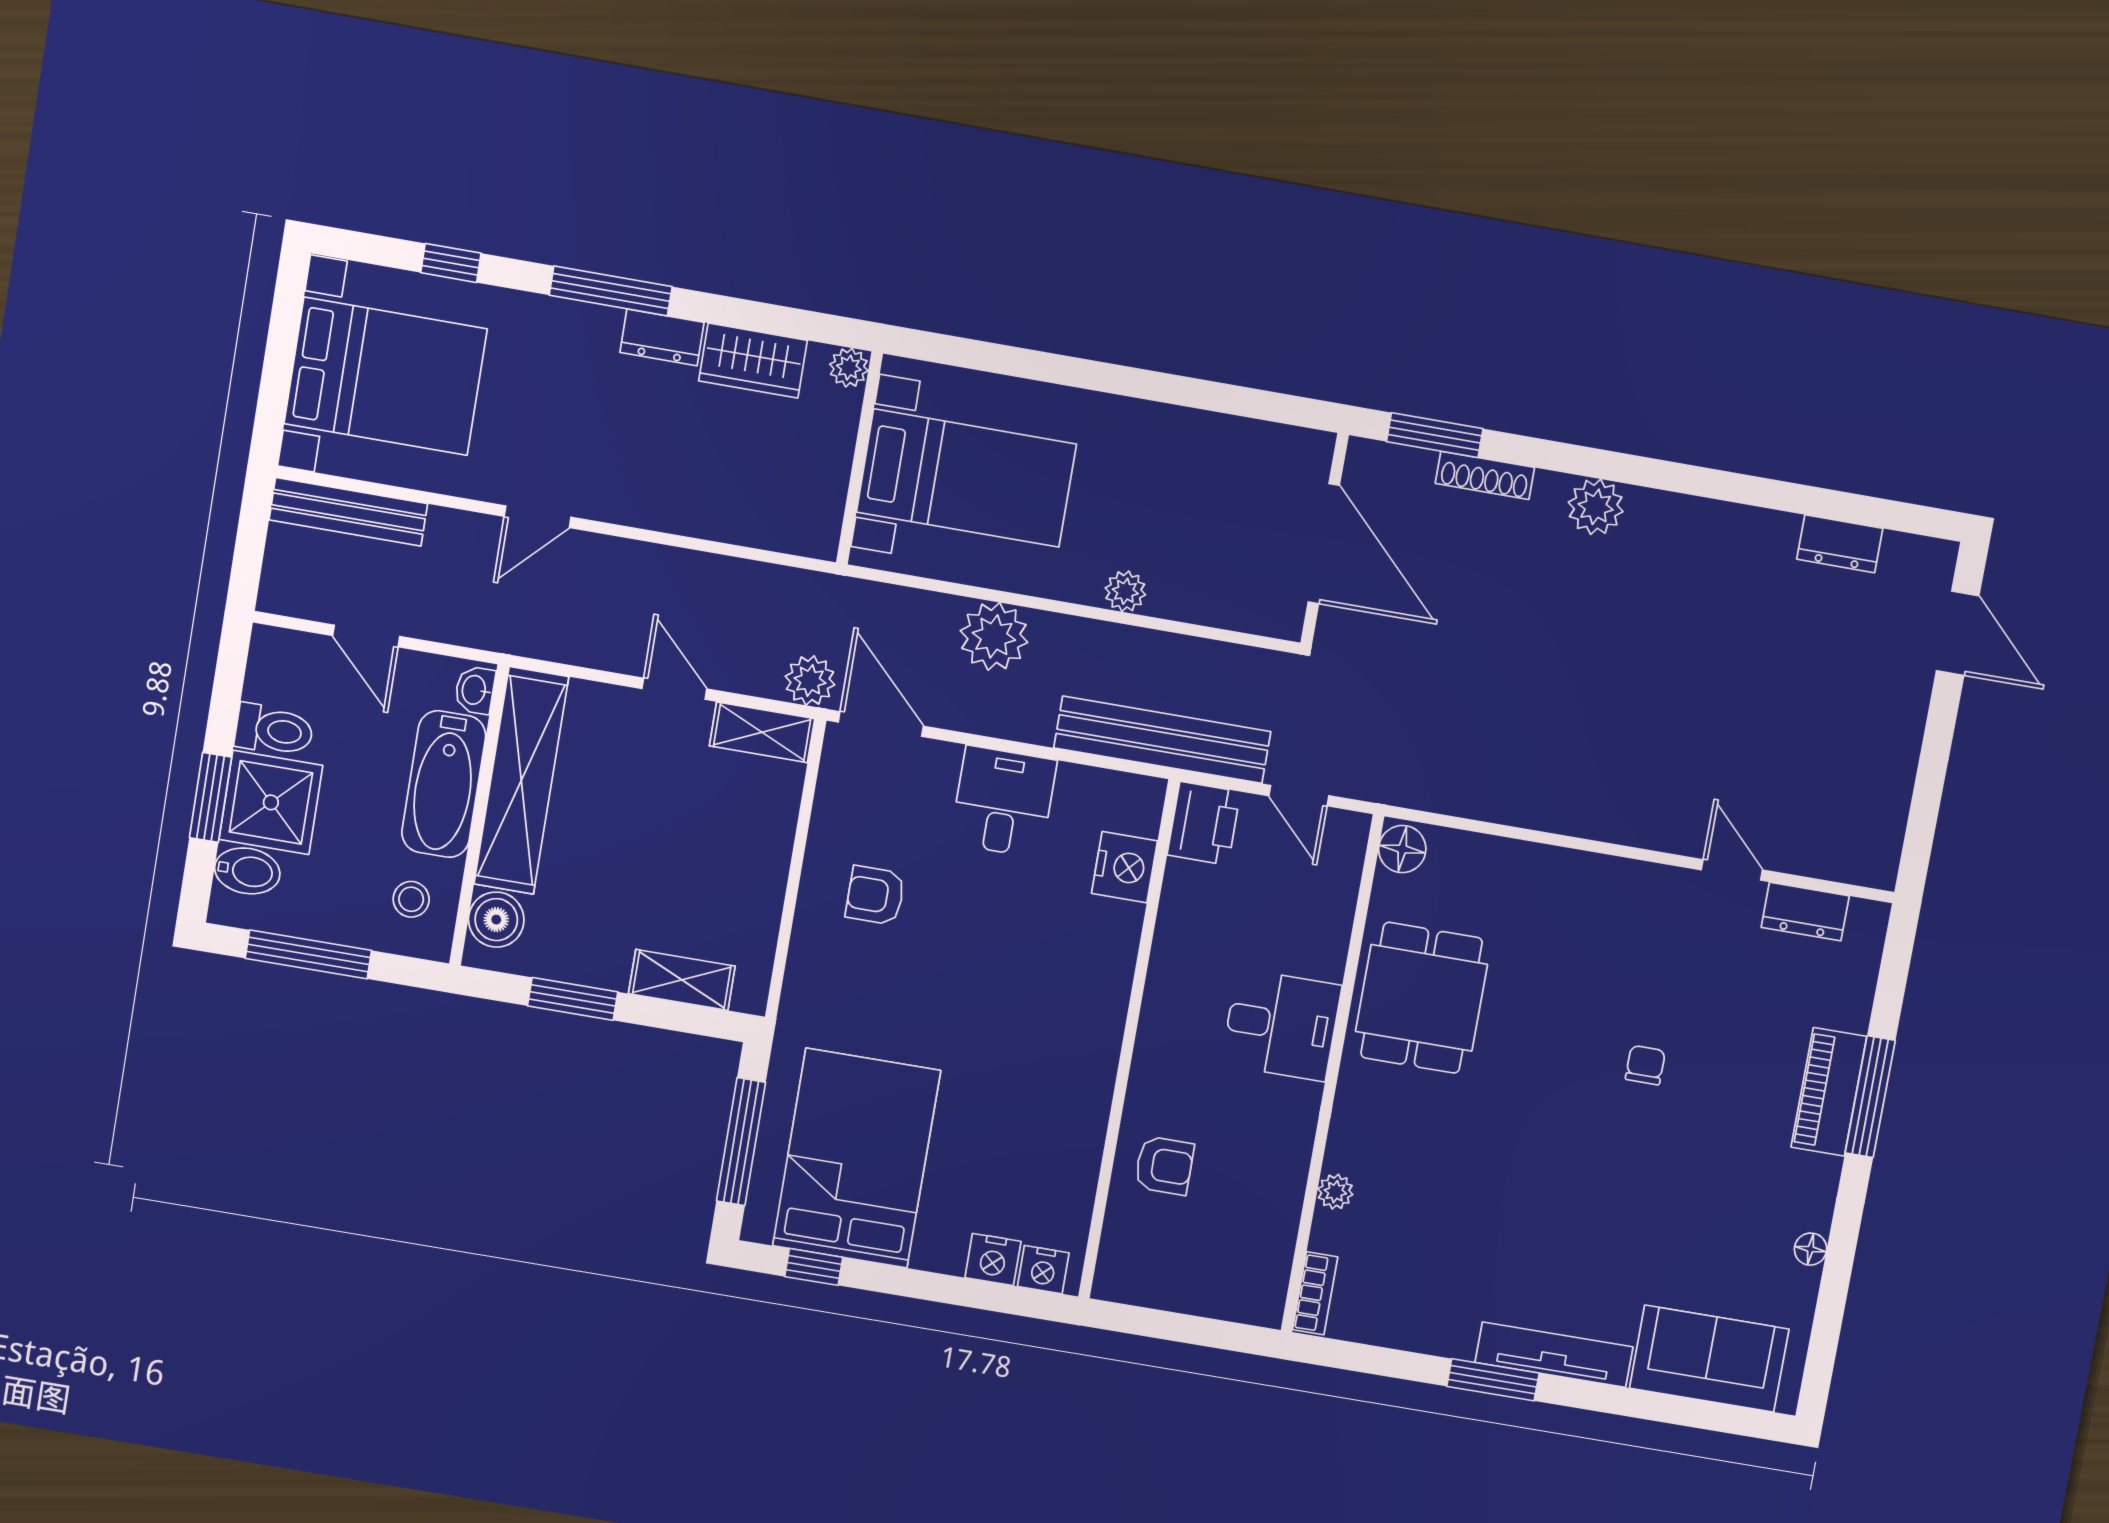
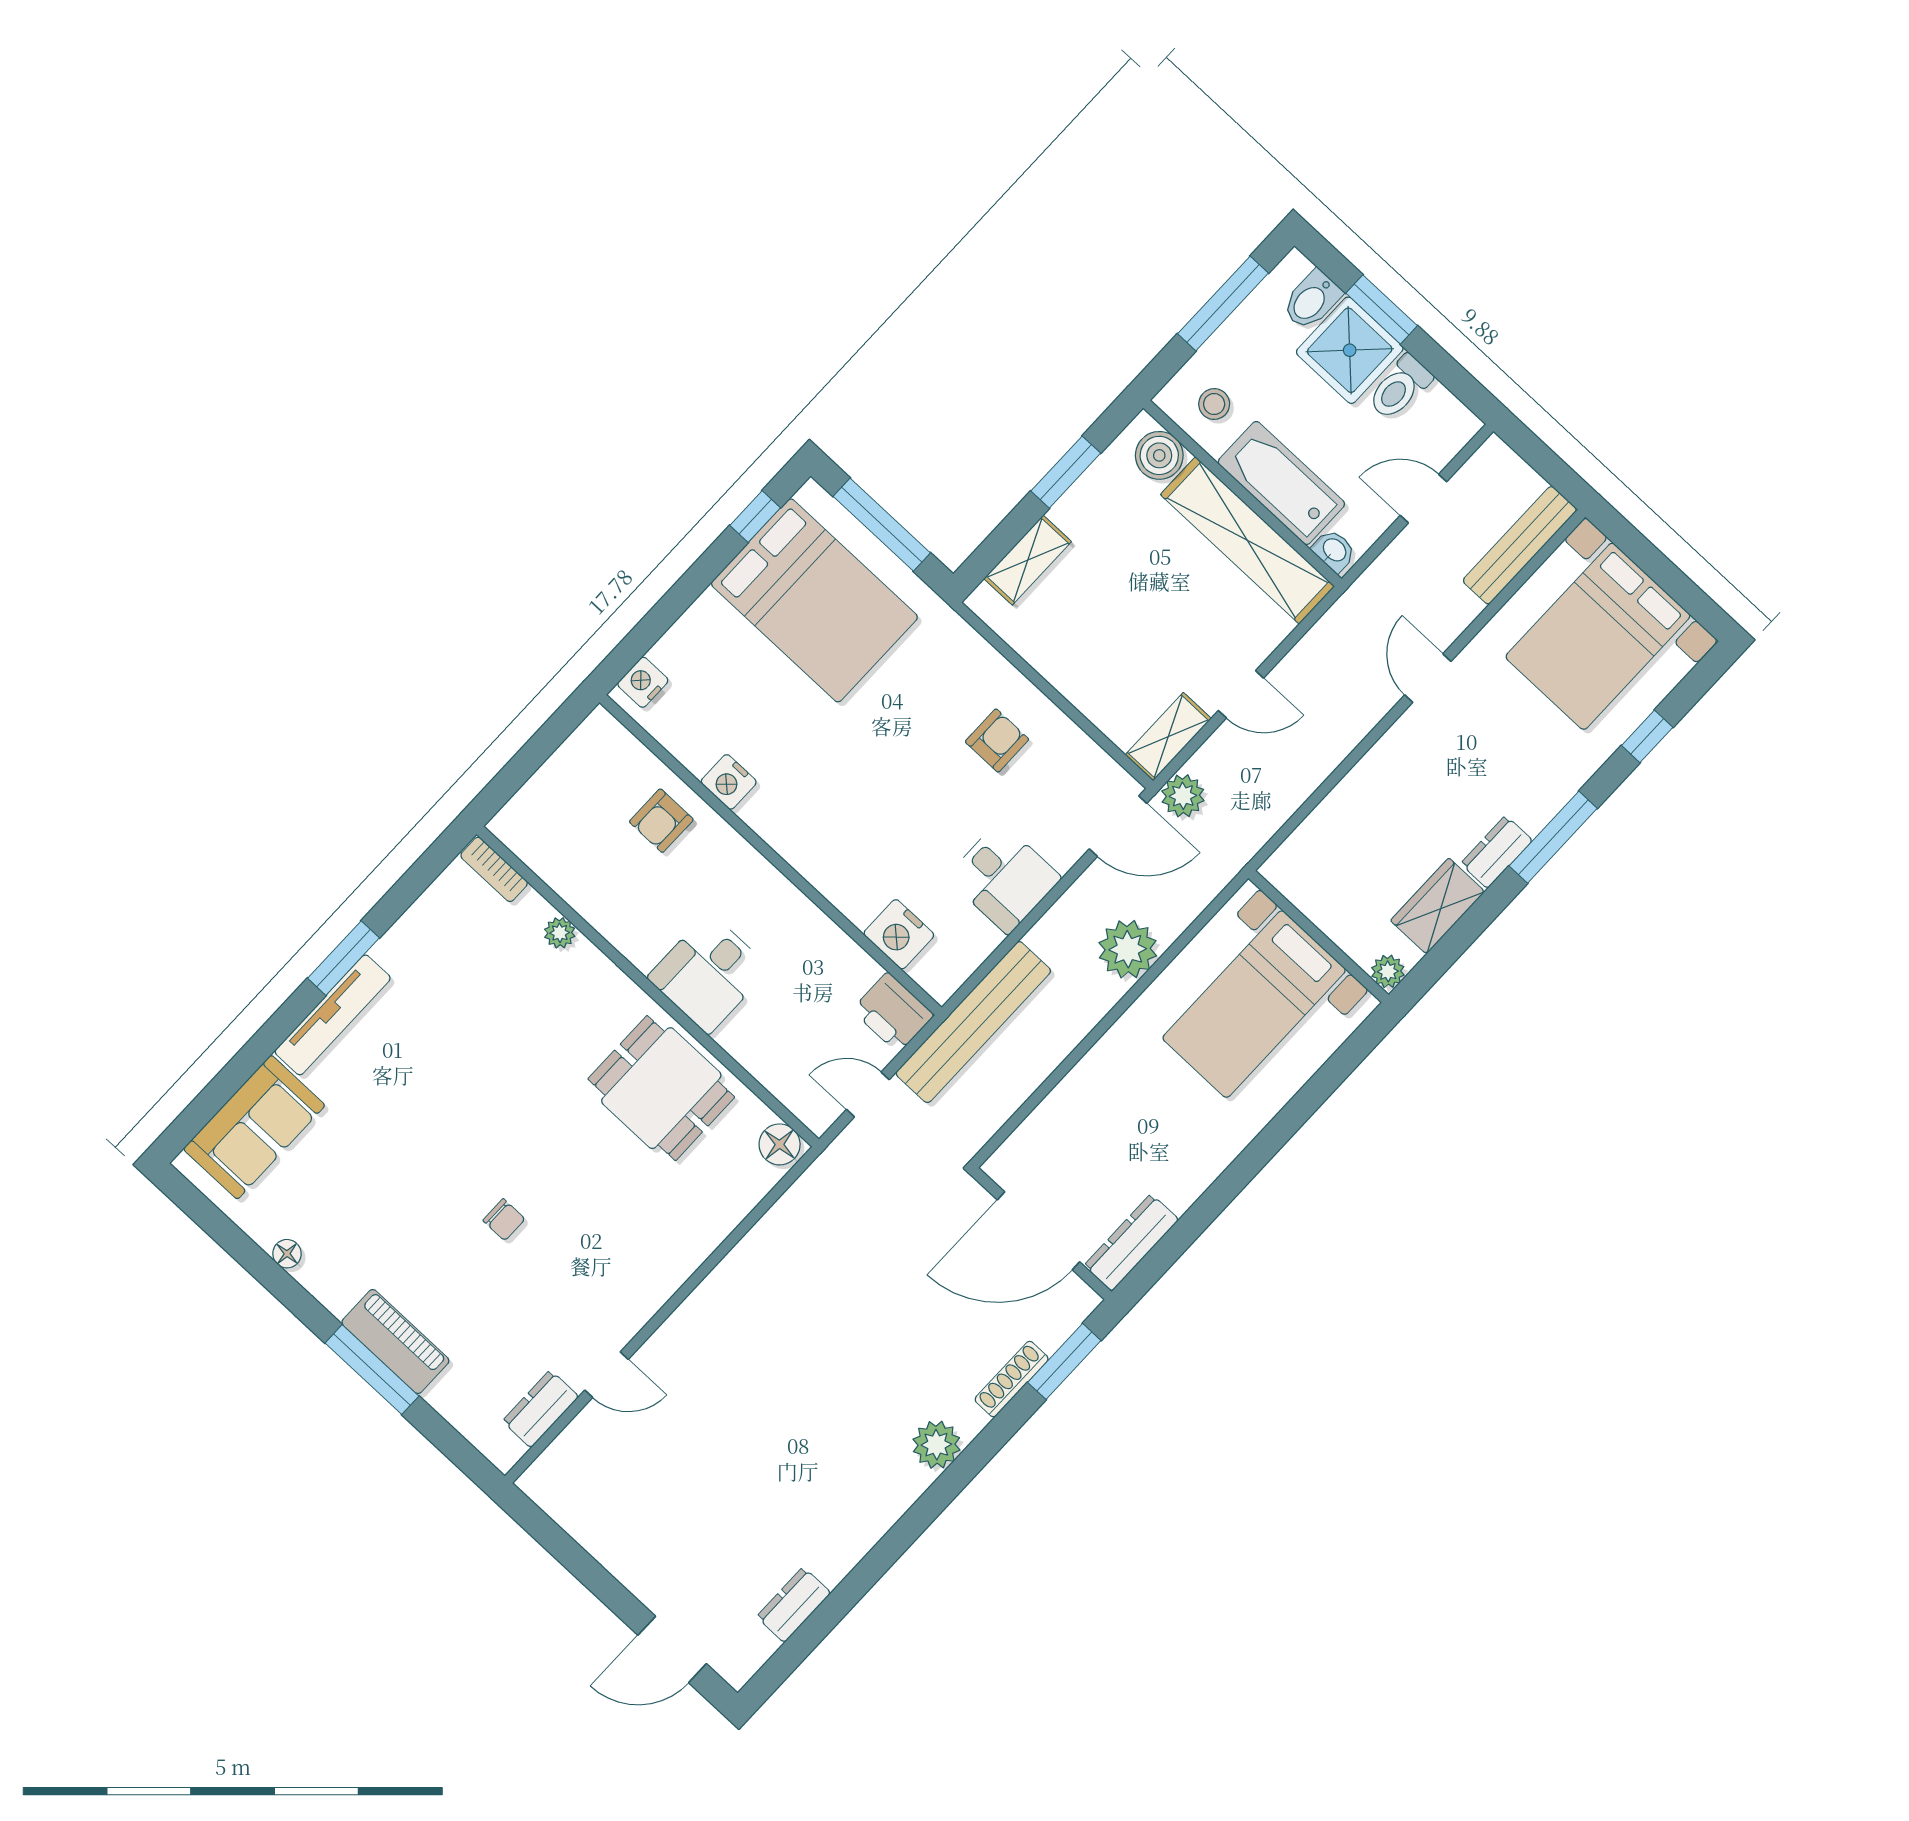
dresser: (1277, 445) -> (1131, 1243), added
plant: (1125, 591) -> (1098, 1065), removed
nightstand: (993, 1259) -> (729, 782), moved, turned -90

